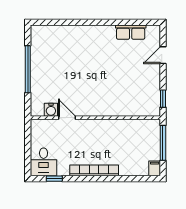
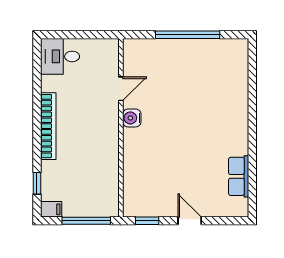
door: (163, 55) -> (190, 221), moved
water cooler: (51, 110) -> (132, 118), moved
window: (54, 179) -> (37, 183), moved

